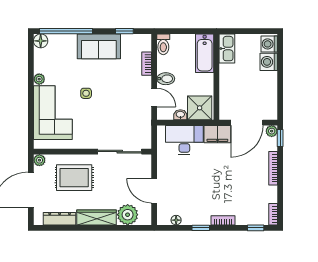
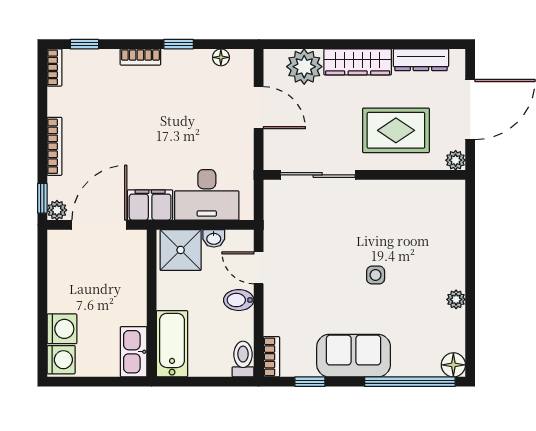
bookcase: (147, 64) -> (271, 357), moved
corner sofa: (53, 113) -> (432, 242), removed

